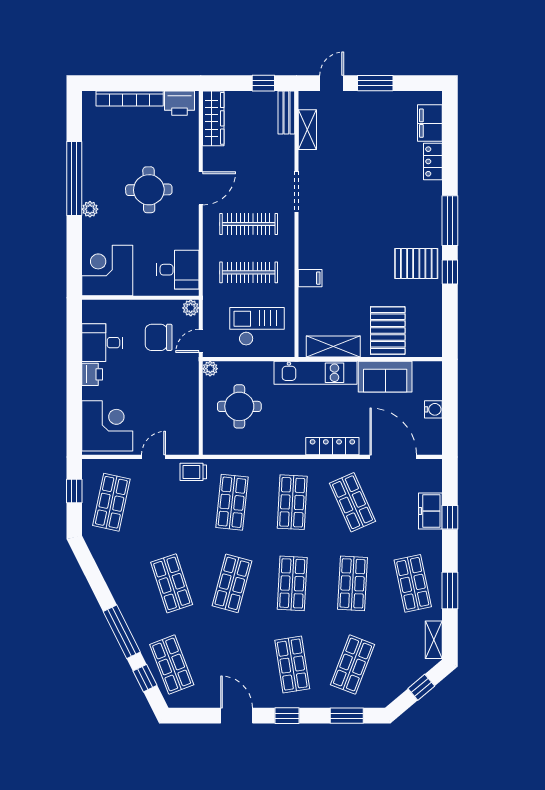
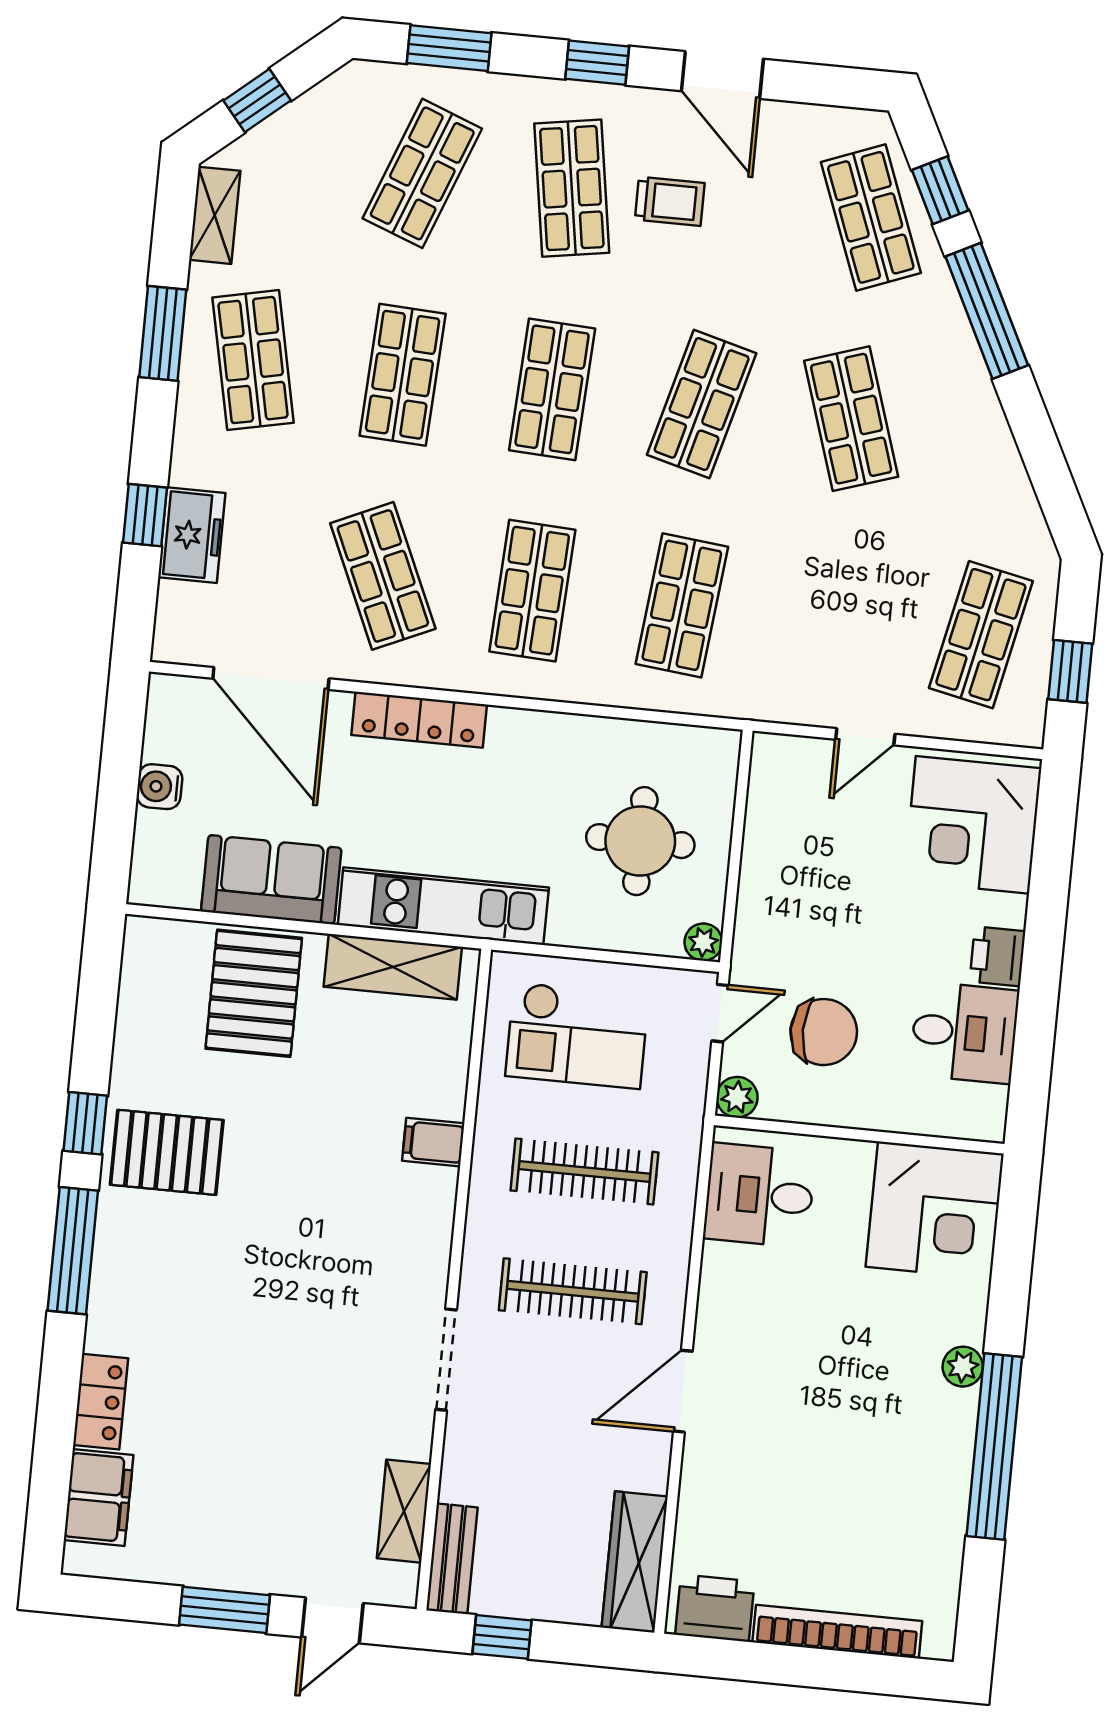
round table: (149, 190) -> (812, 1400), removed
trolley: (193, 472) -> (670, 201), moved

